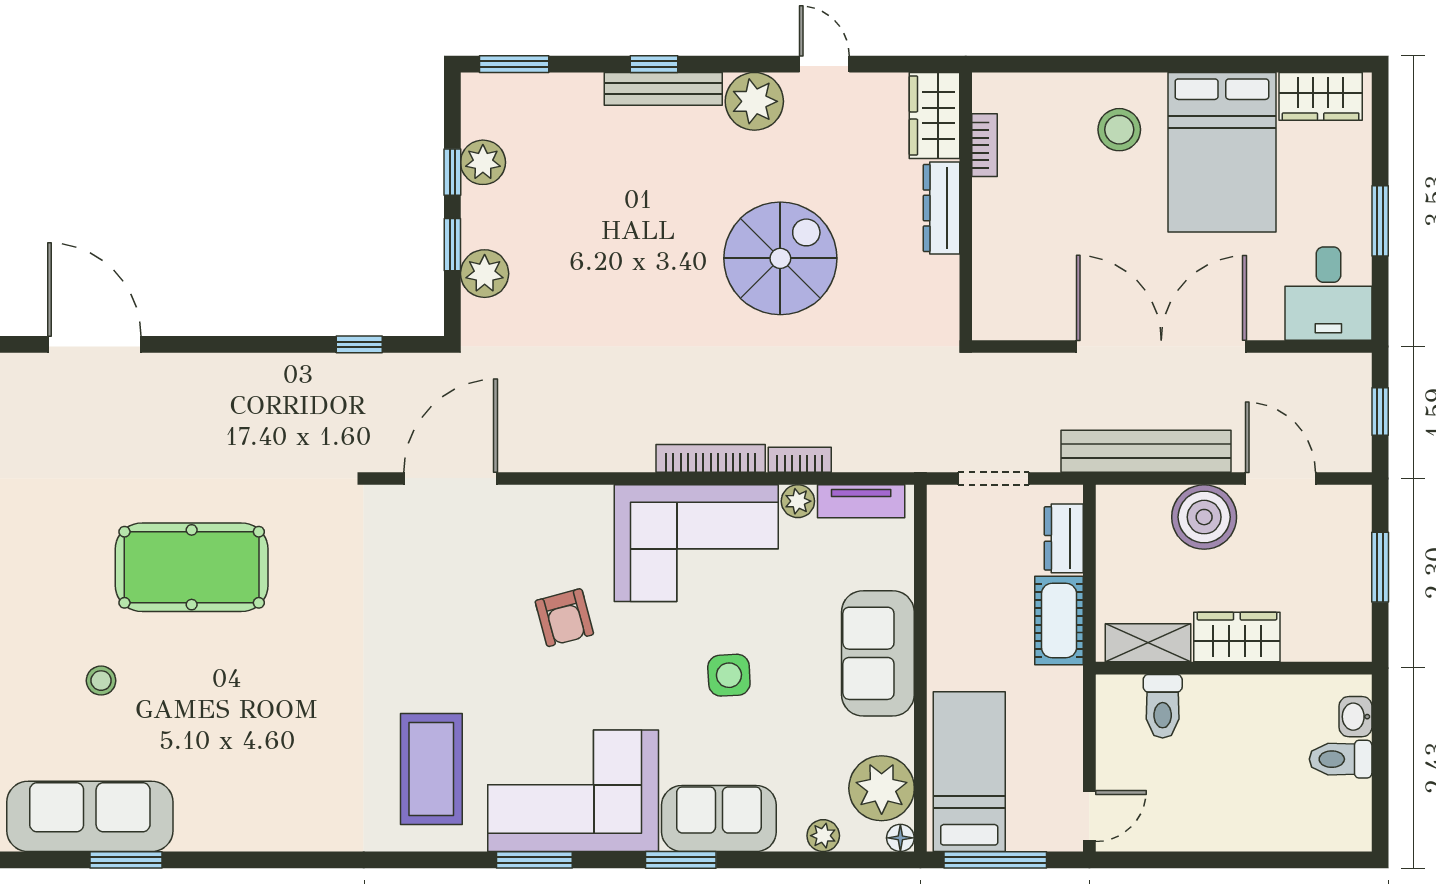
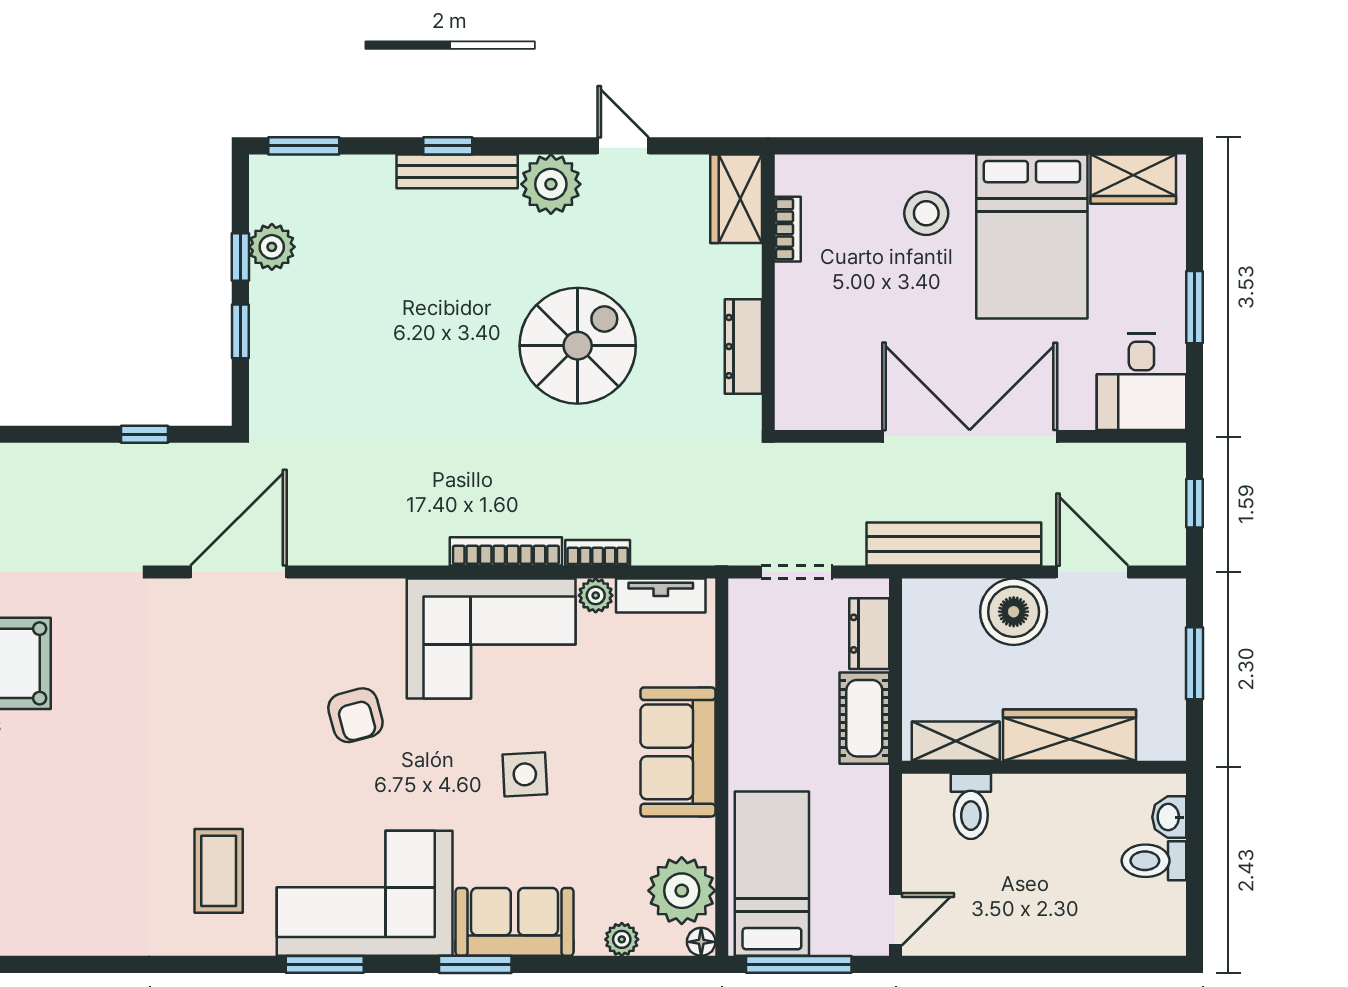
dresser: (941, 208) -> (743, 347), moved
plant: (485, 274) -> (273, 361), removed
wardrobe: (1237, 637) -> (1069, 735), width x1.50
coffee table: (431, 769) -> (219, 871), width x0.73, depth x0.76

